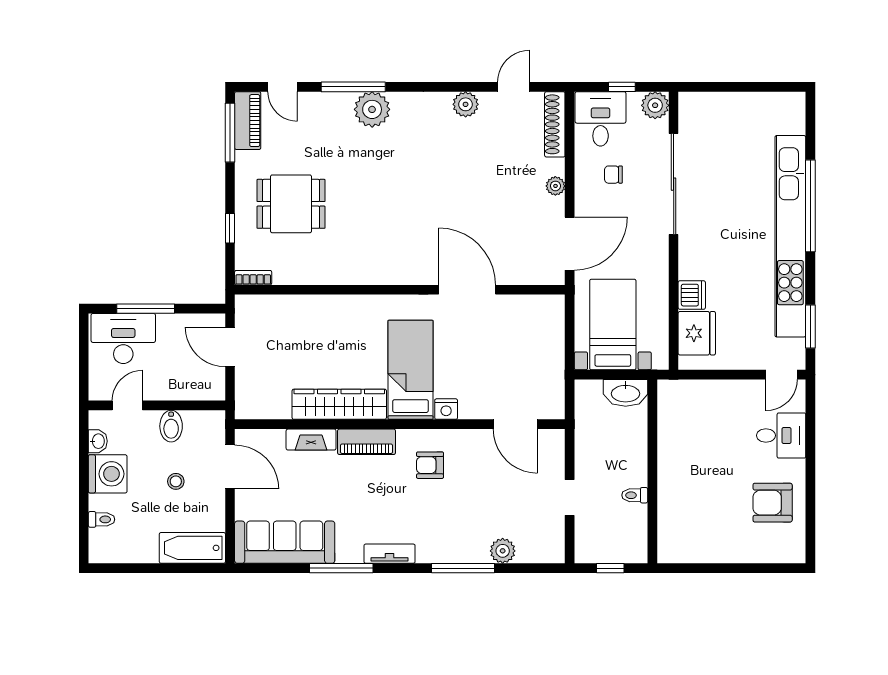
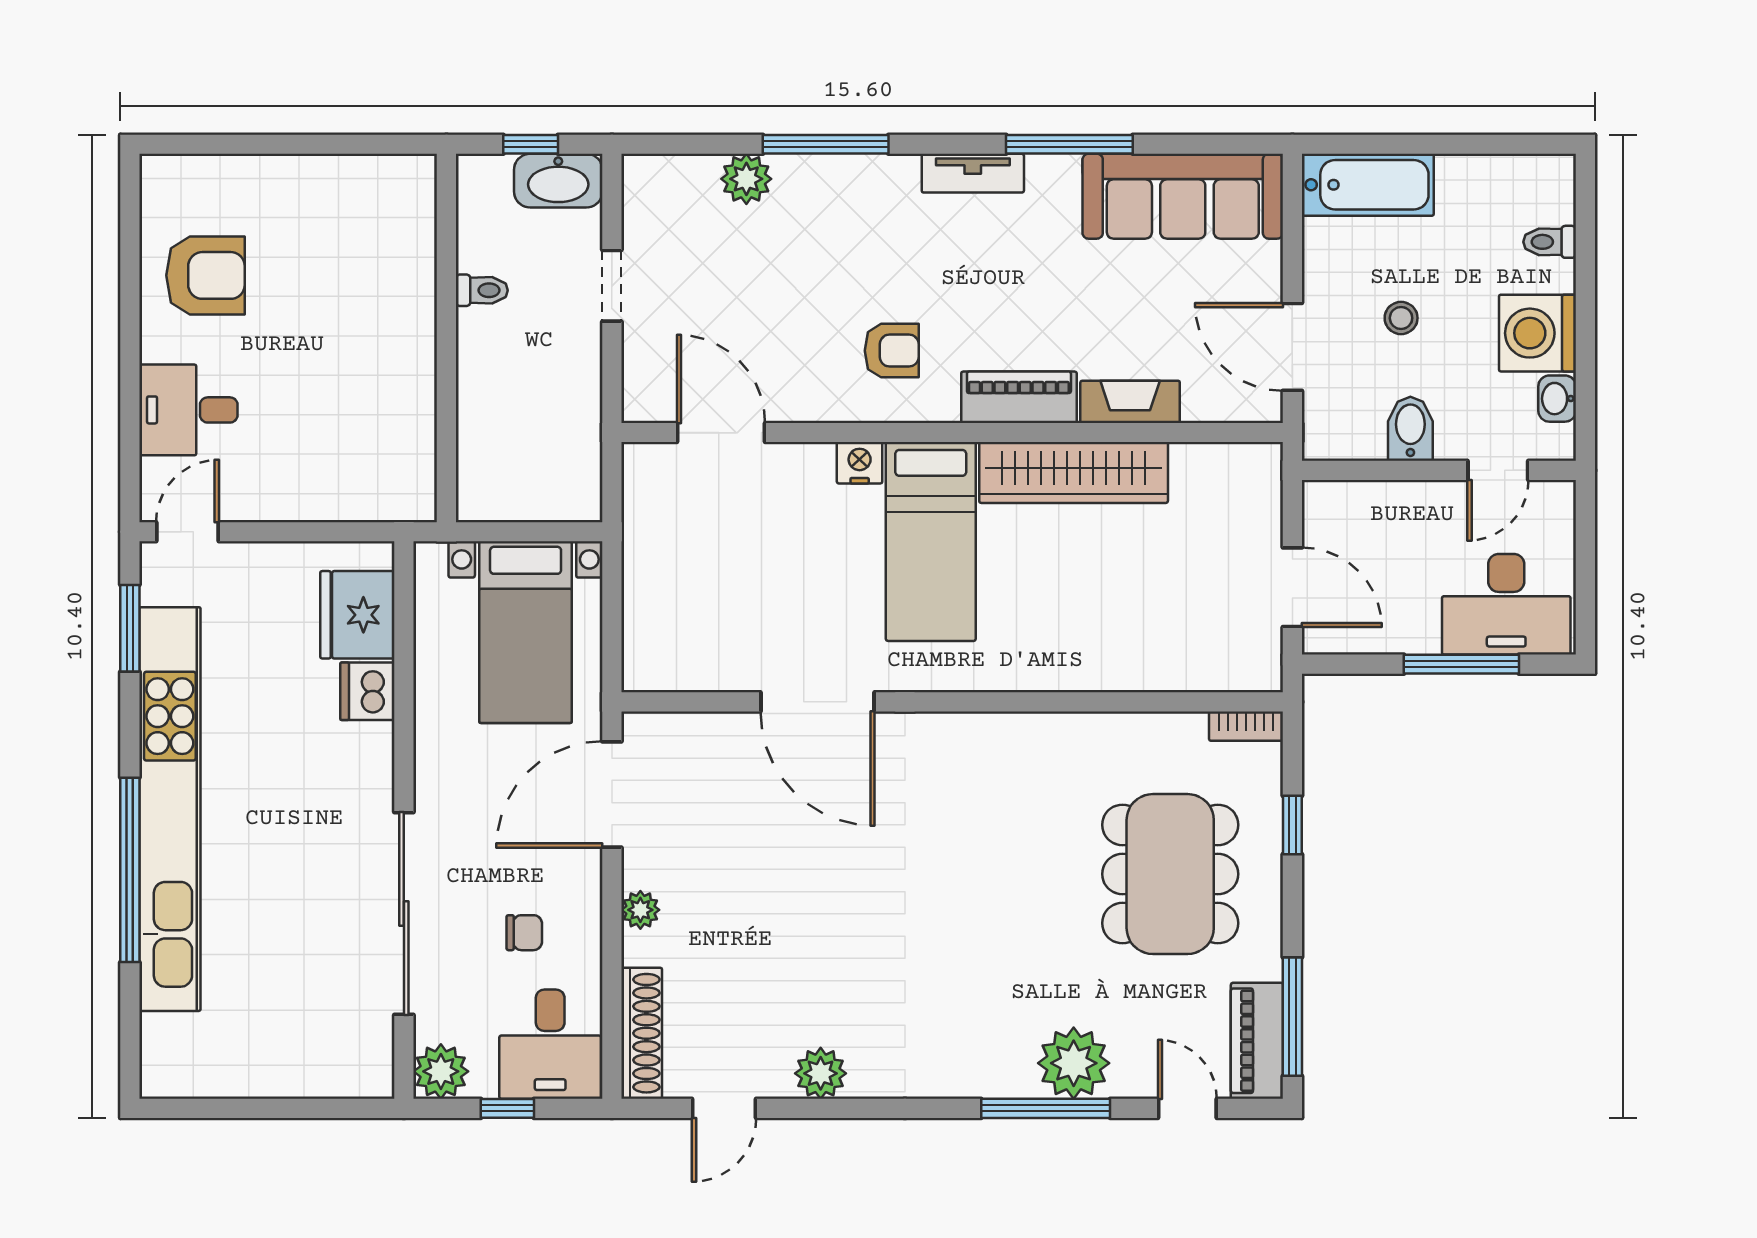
plant: (372, 109) -> (1074, 1063), moved
dining table: (291, 204) -> (1170, 874), width x1.38
washbasin: (626, 393) -> (558, 181), moved, turned 180

